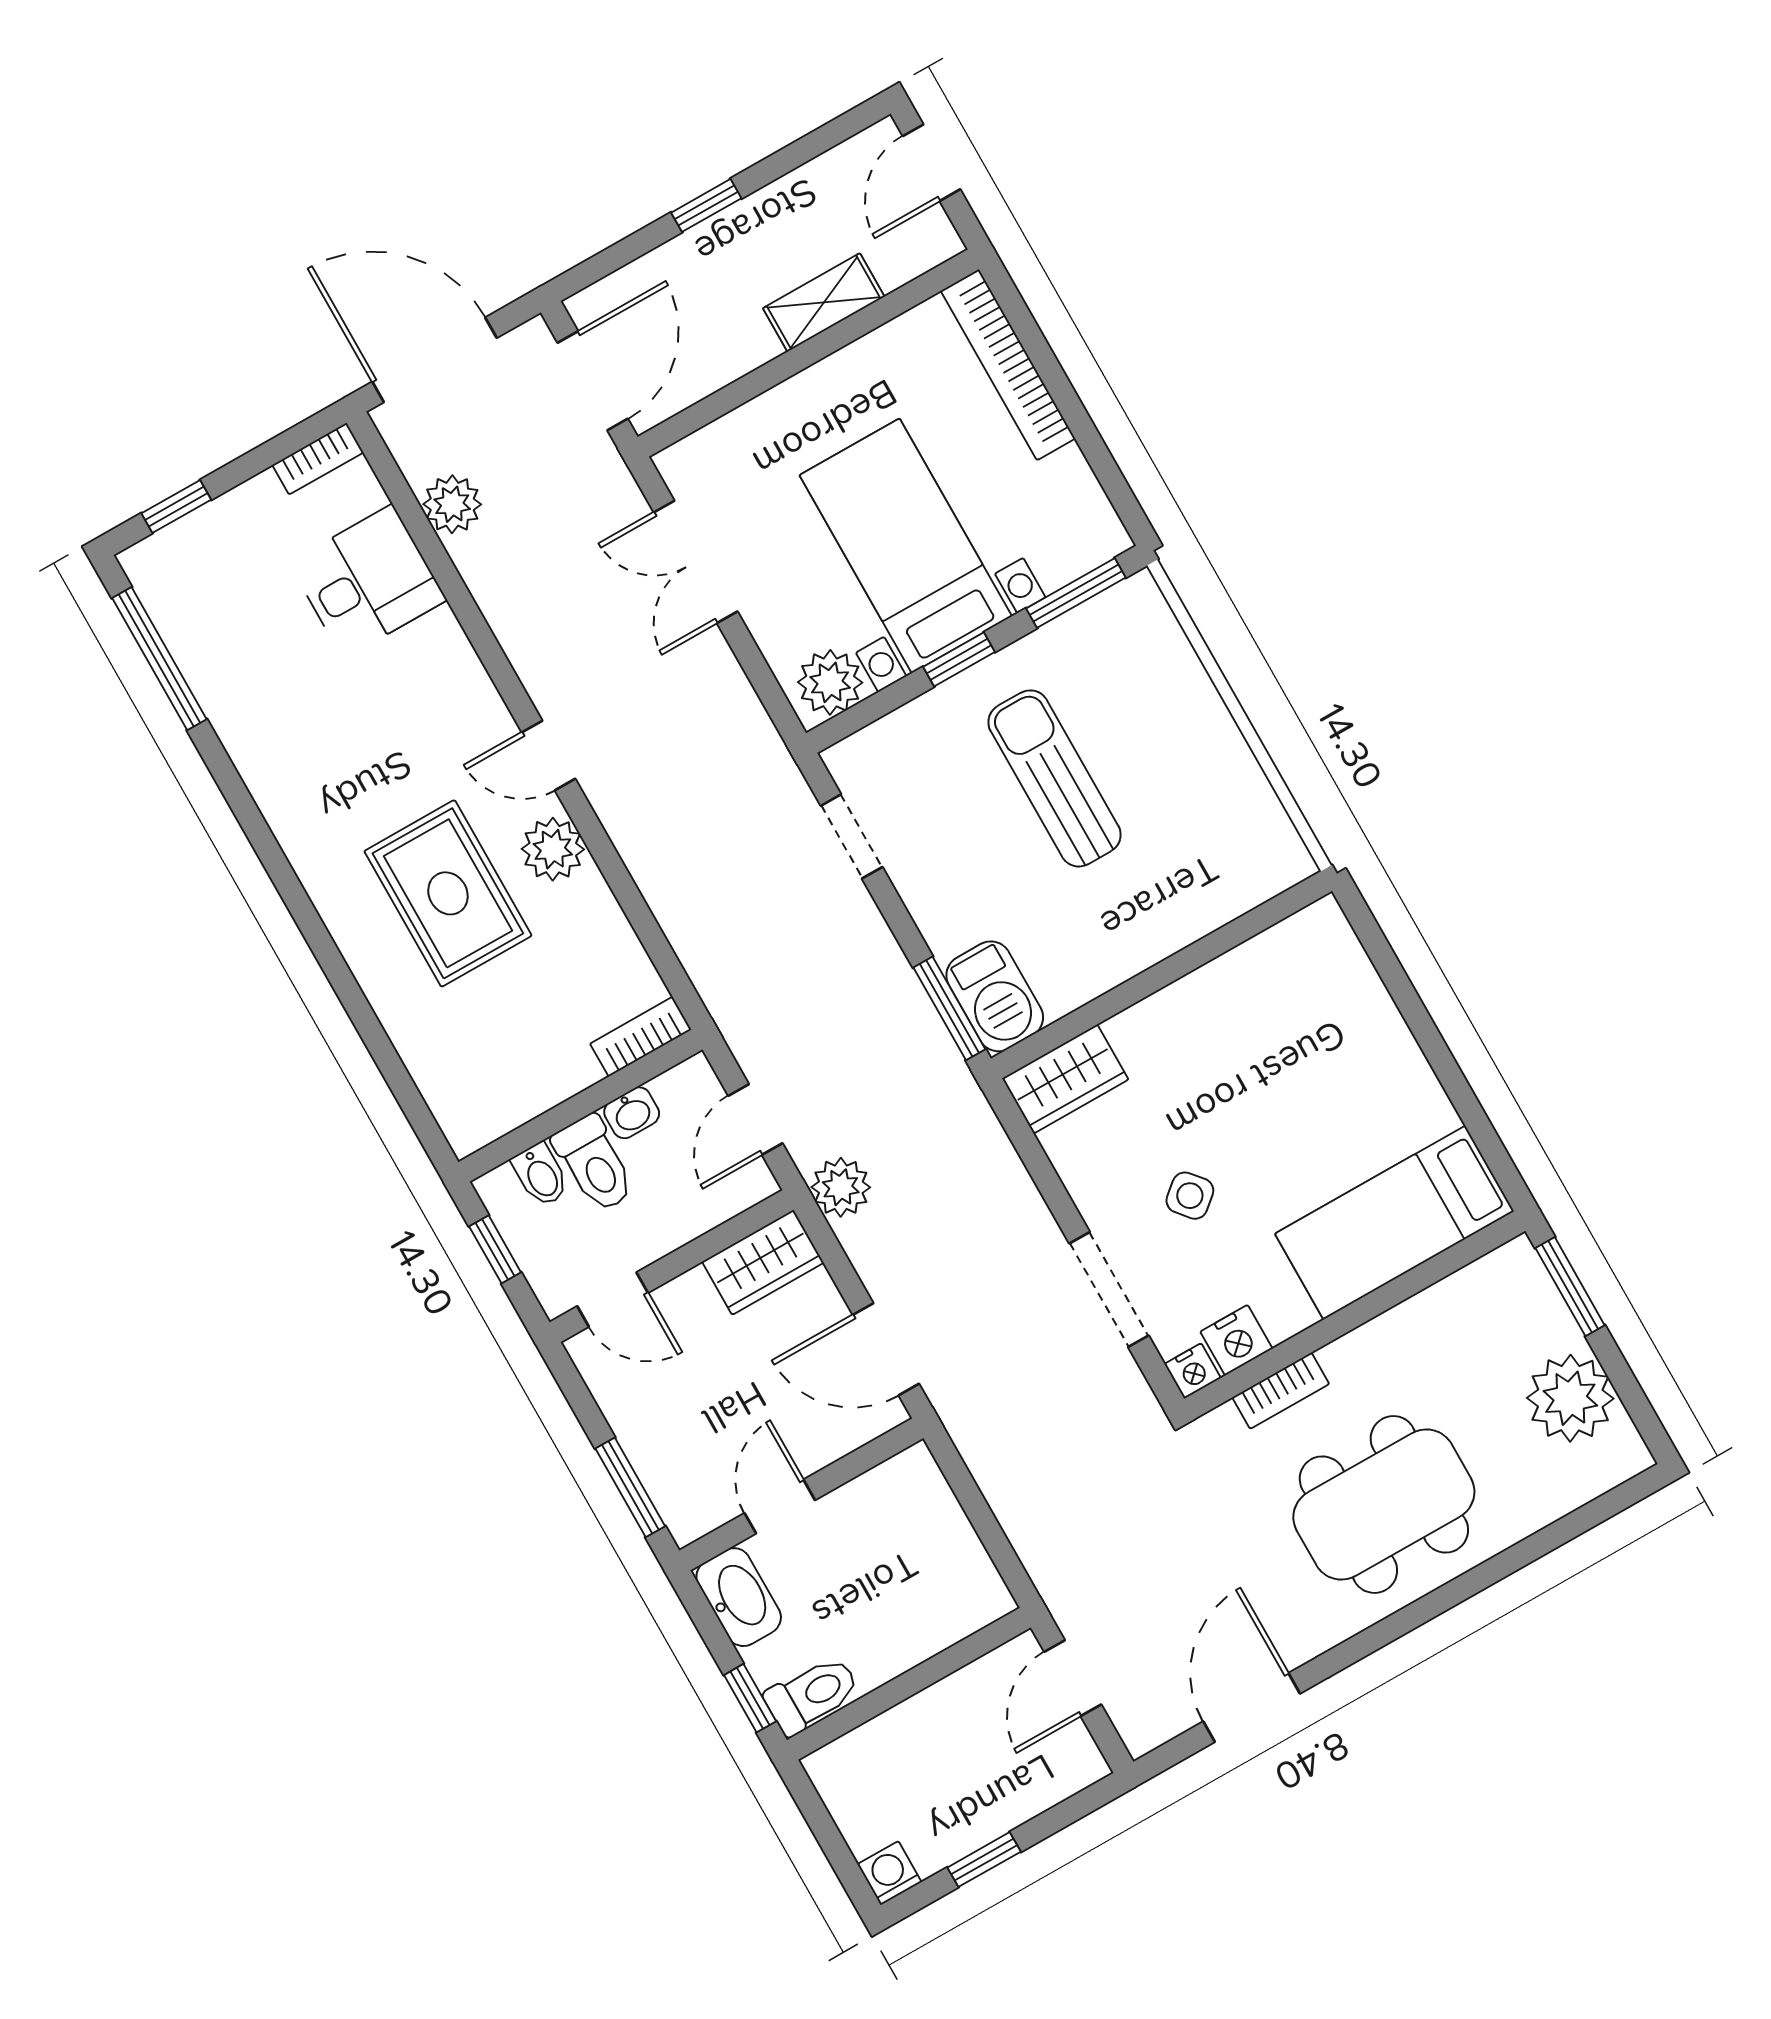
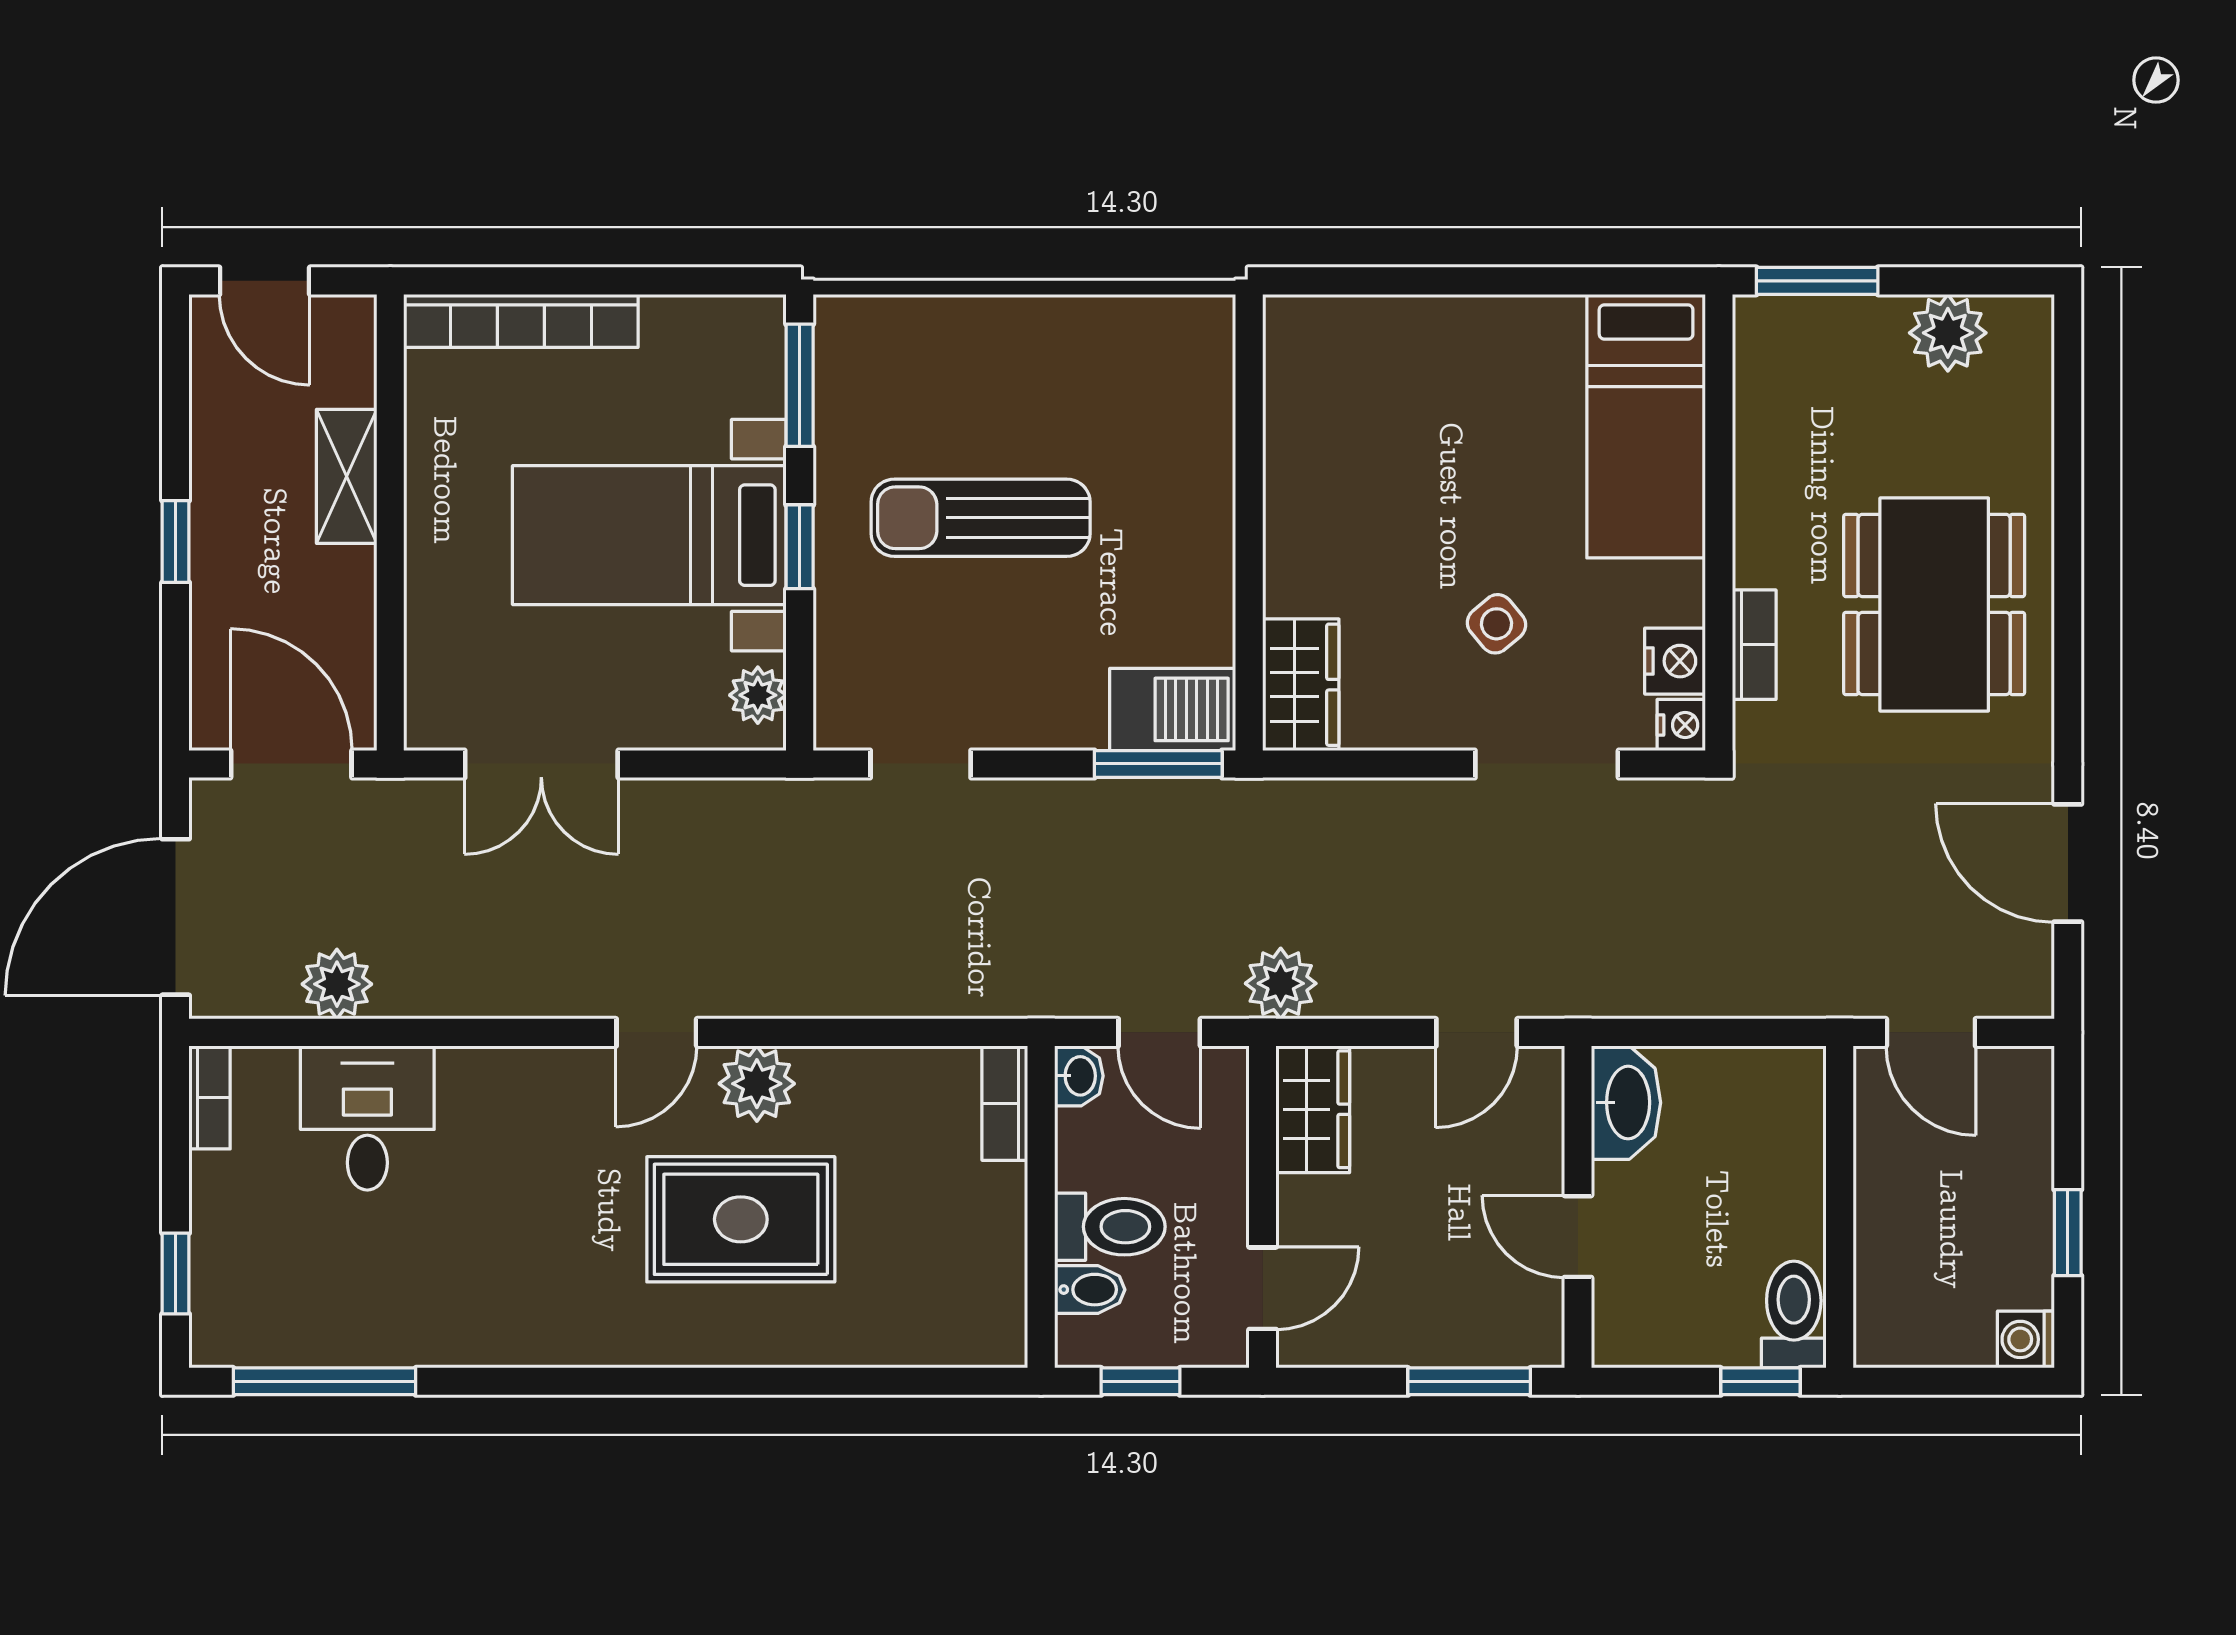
plant: (830, 682) -> (758, 695), width x0.73, depth x0.73
washbasin: (632, 1113) -> (1079, 1076), moved
door: (886, 1349) -> (1477, 1032), width x0.73
plant: (1570, 1398) -> (1948, 333), width x0.73, depth x0.73
washbasin: (739, 1597) -> (1626, 1103), moved, turned 90

